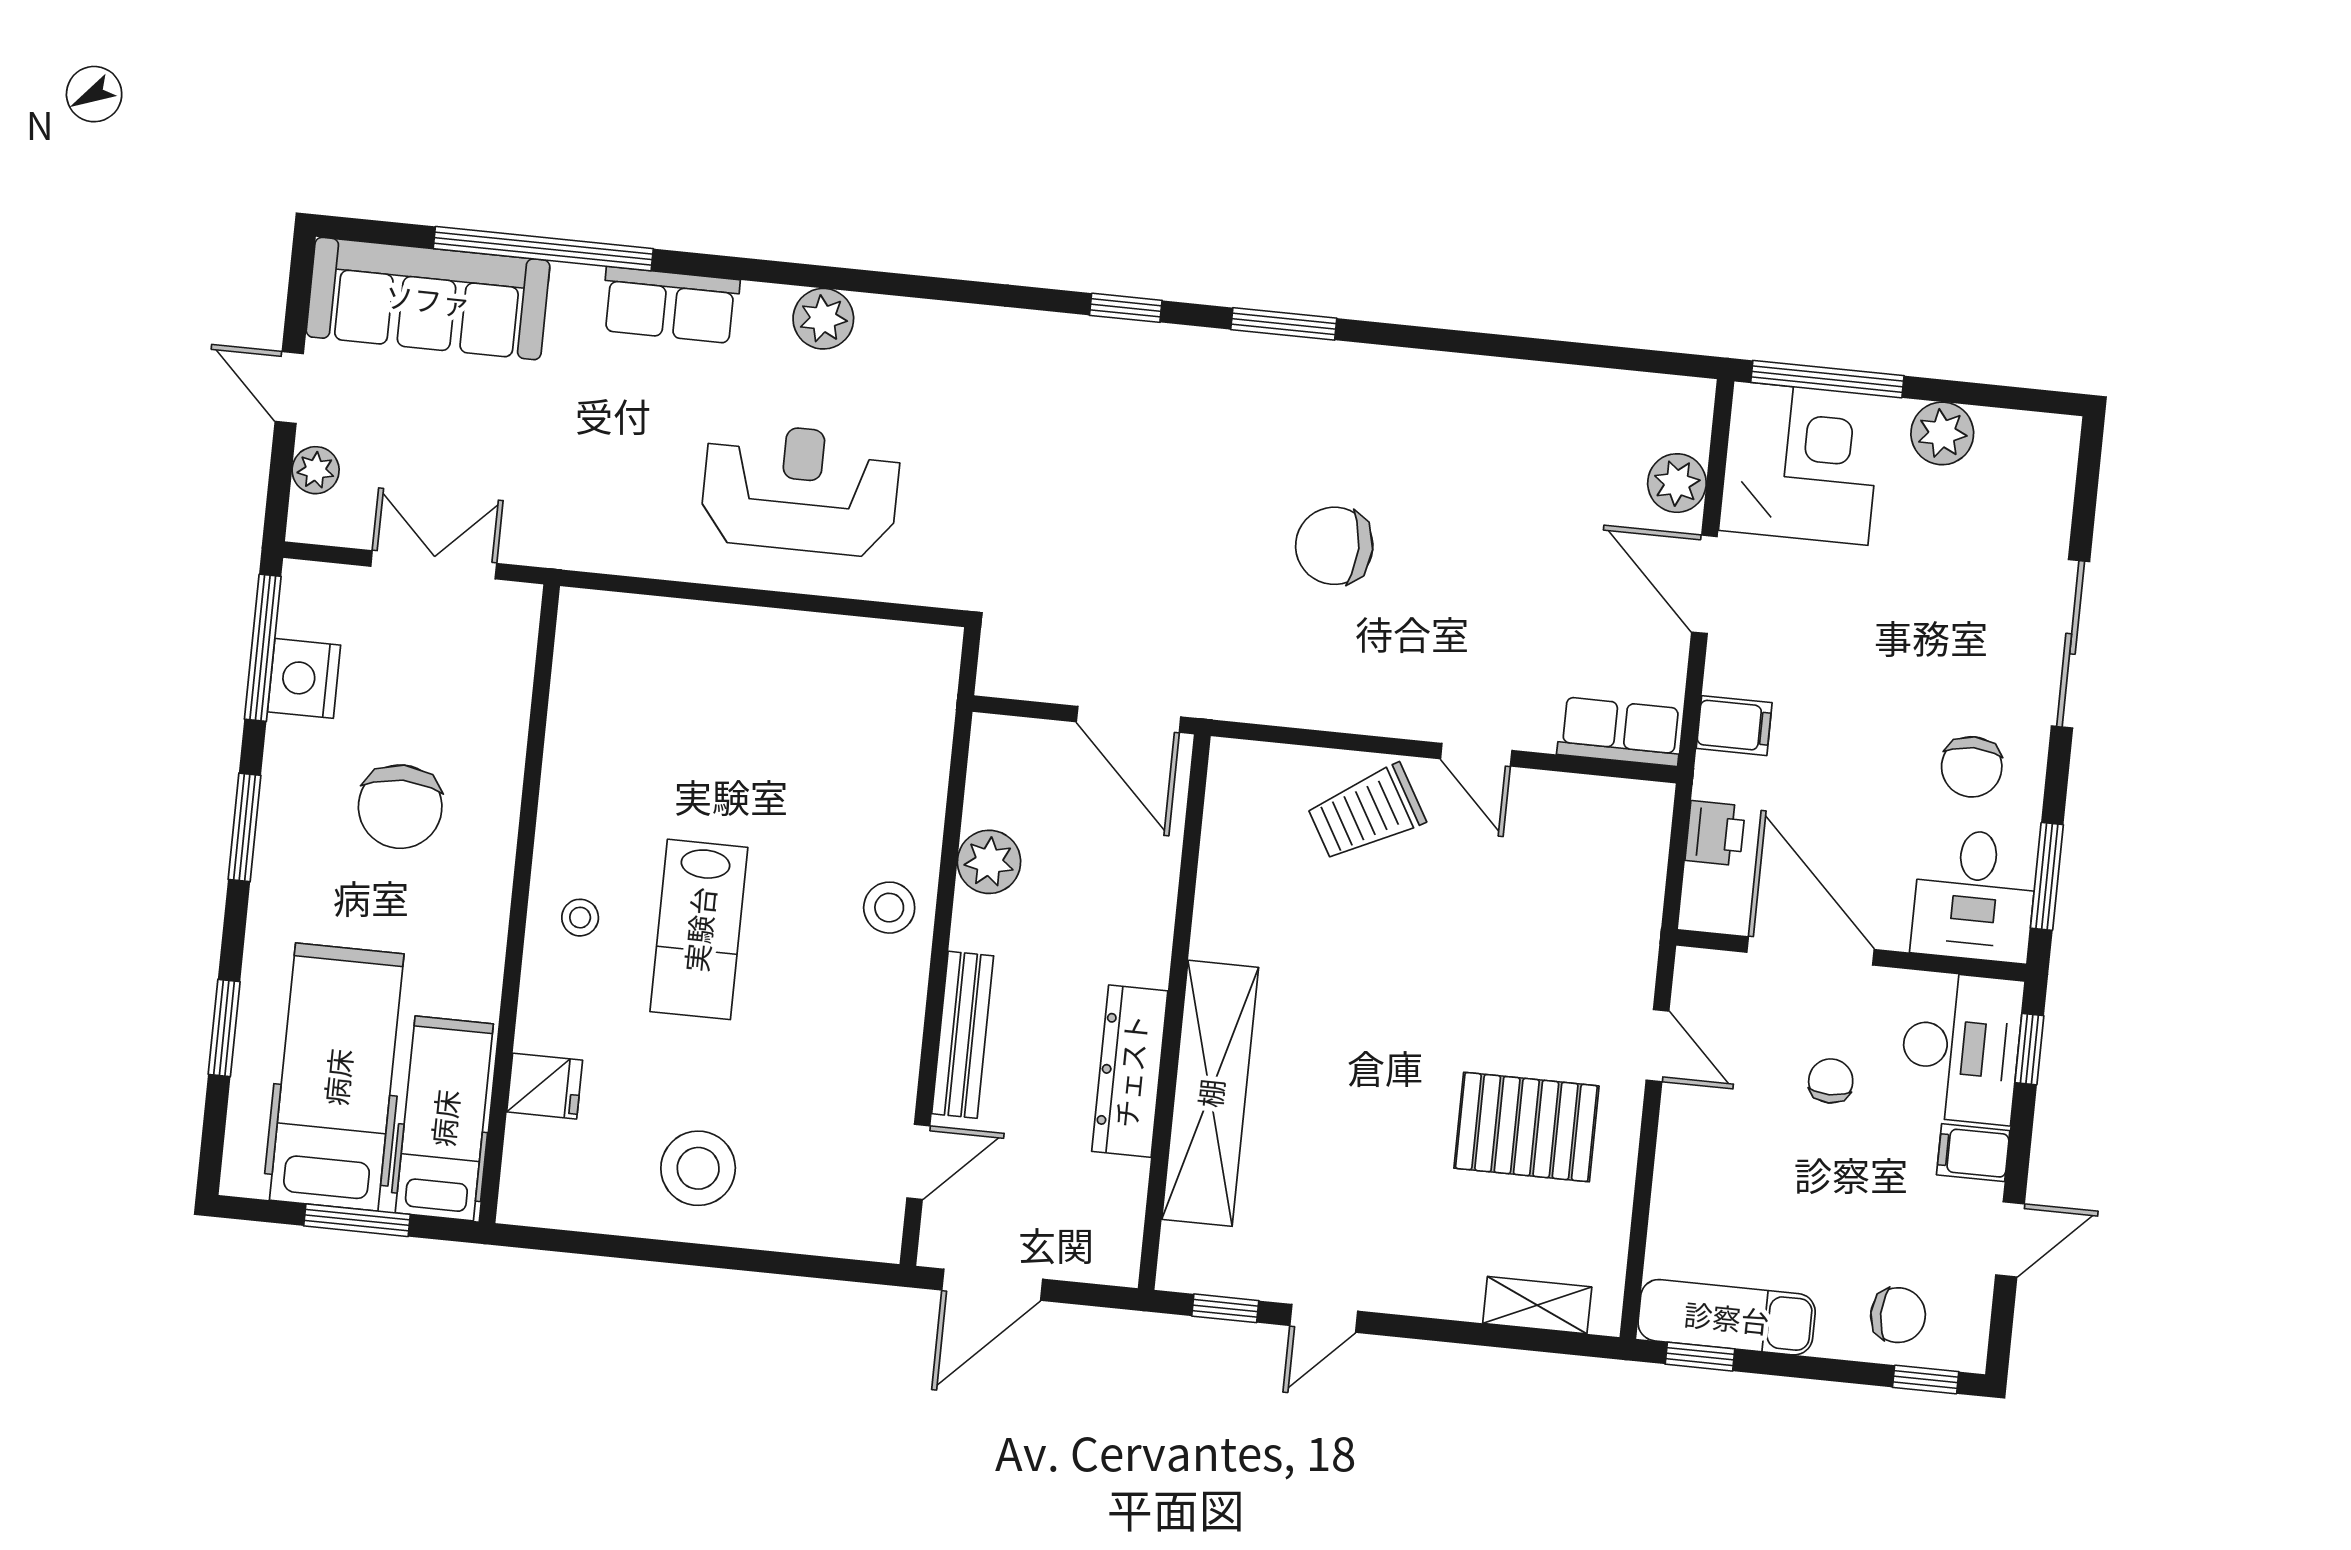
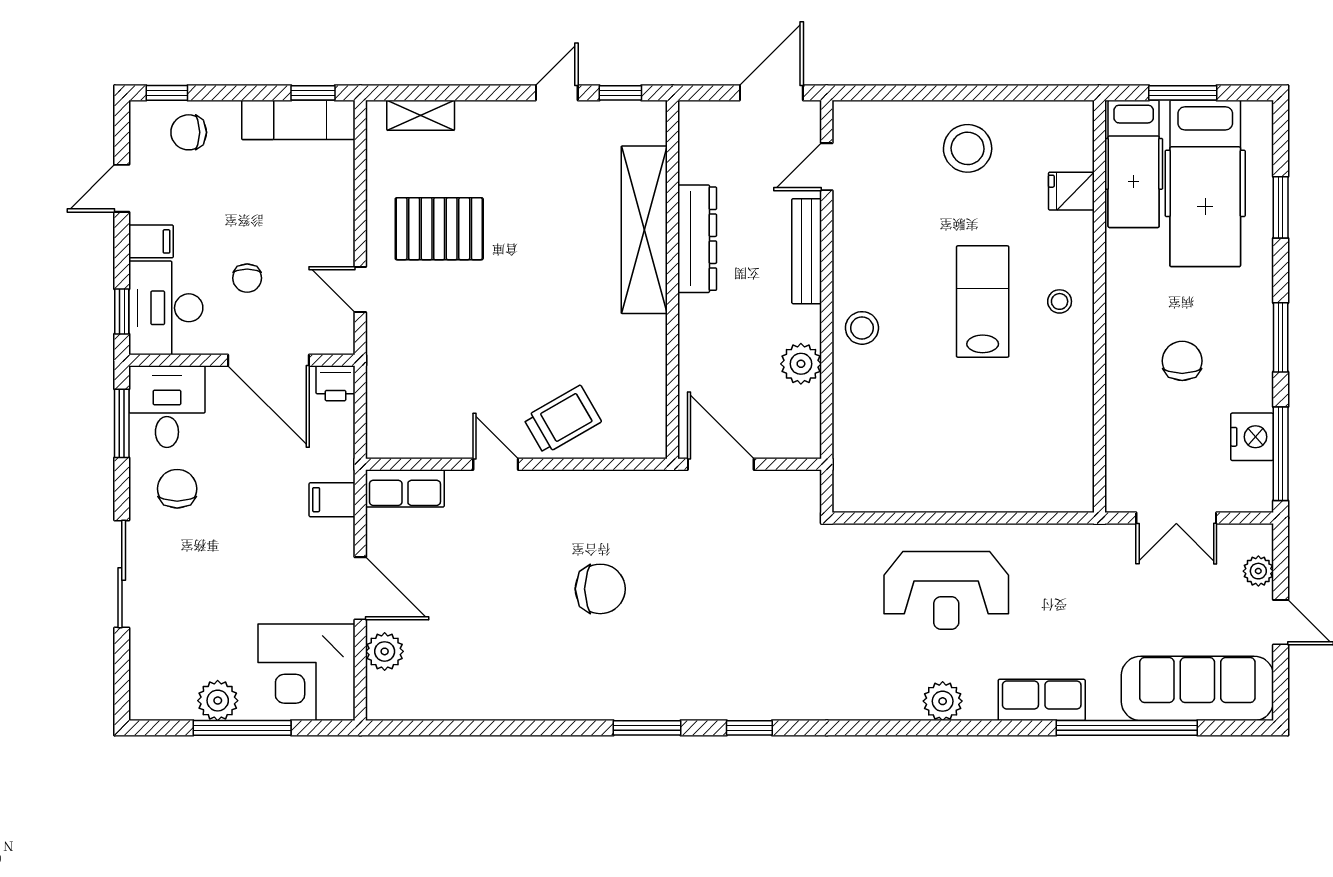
window: (1827, 379) -> (242, 728), moved
chair: (400, 807) -> (1182, 361), width x0.73, depth x0.73
printer: (1715, 833) -> (336, 383), moved, turned -90

